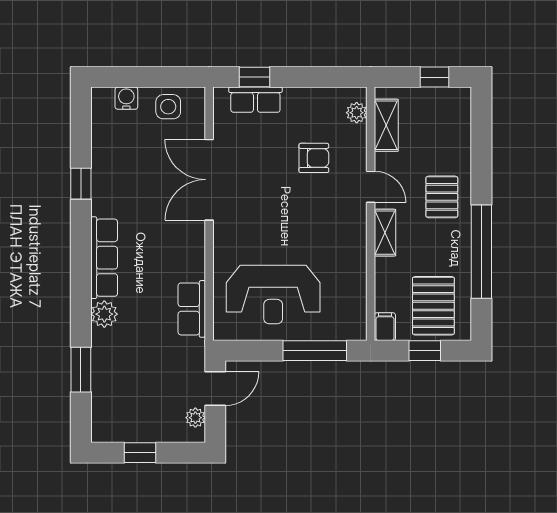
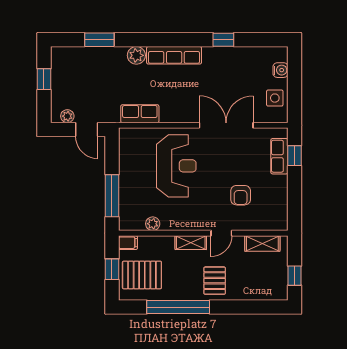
plant: (357, 113) -> (153, 224), moved
pallet: (442, 197) -> (215, 281), turned 90
reception desk: (273, 294) -> (176, 166), moved, turned 180

